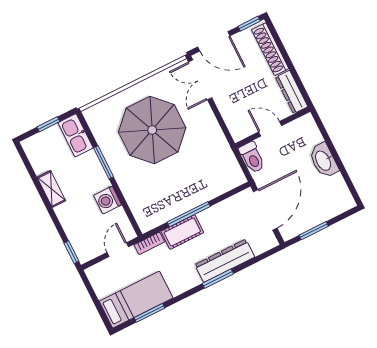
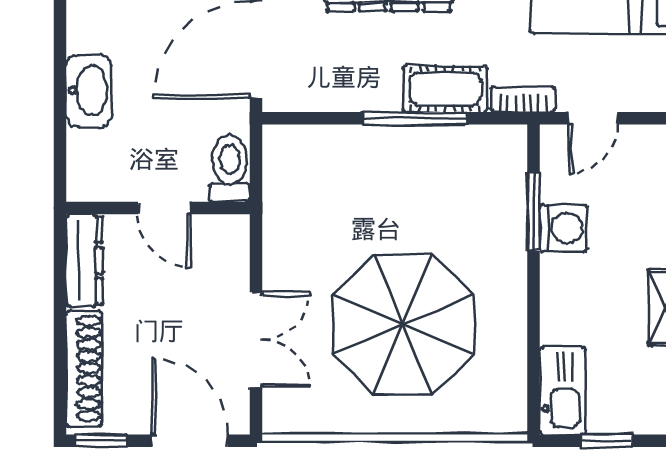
double door: (200, 80) -> (256, 340), moved
window: (103, 162) -> (534, 212), moved

